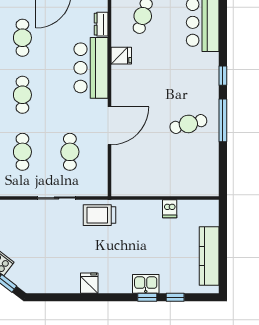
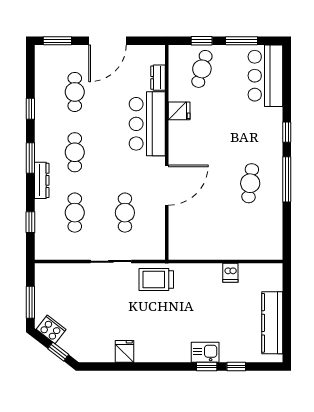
cafe table: (188, 124) -> (250, 183), turned -68
fridge: (89, 283) -> (124, 351), moved

